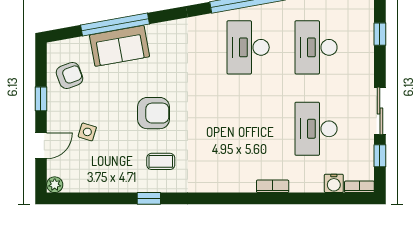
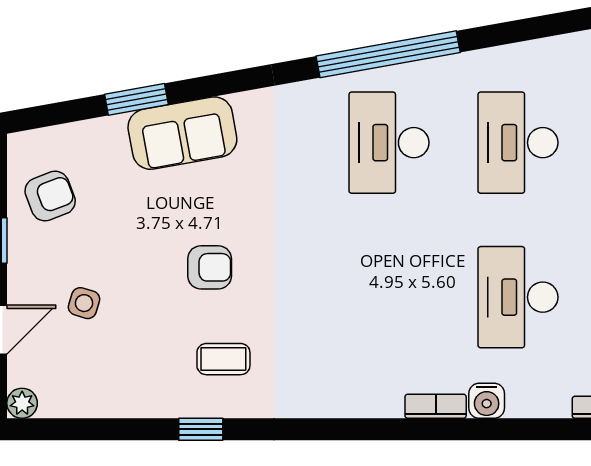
window: (115, 25) -> (136, 99), width x0.47
sofa: (119, 46) -> (182, 133), moved
armchair: (154, 113) -> (210, 267), width x0.72, depth x0.72
water cooler: (334, 183) -> (487, 401), moved

